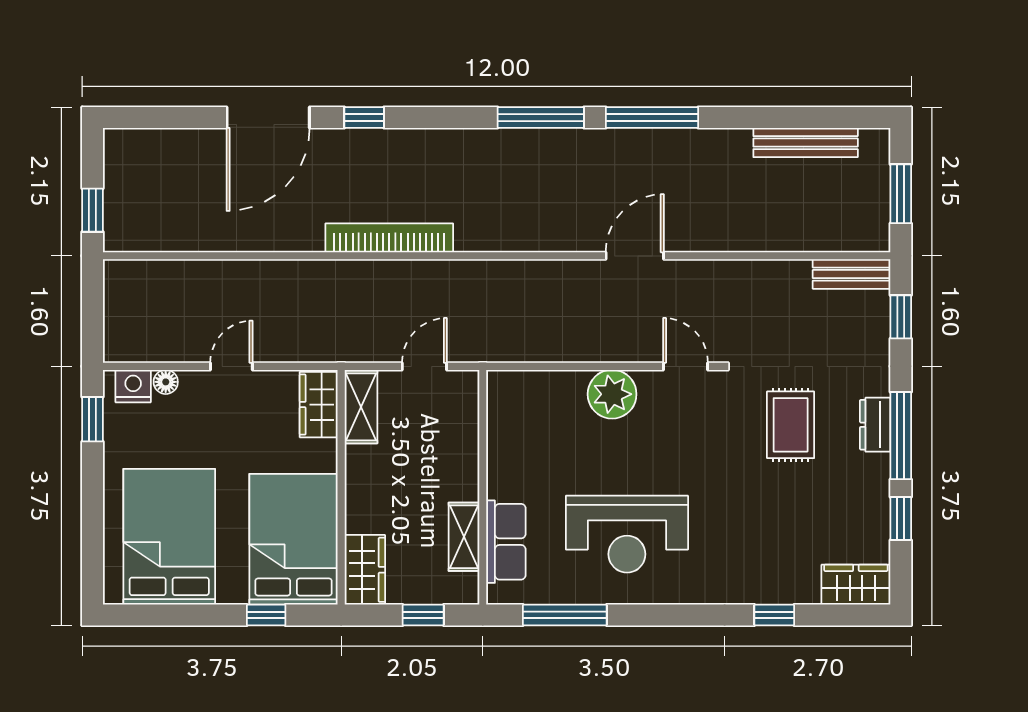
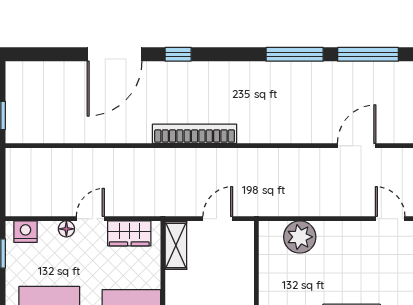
floor lamp: (166, 382) -> (66, 229), moved
plant: (612, 394) -> (300, 237), moved
wardrobe: (319, 405) -> (129, 233), moved, turned -90

